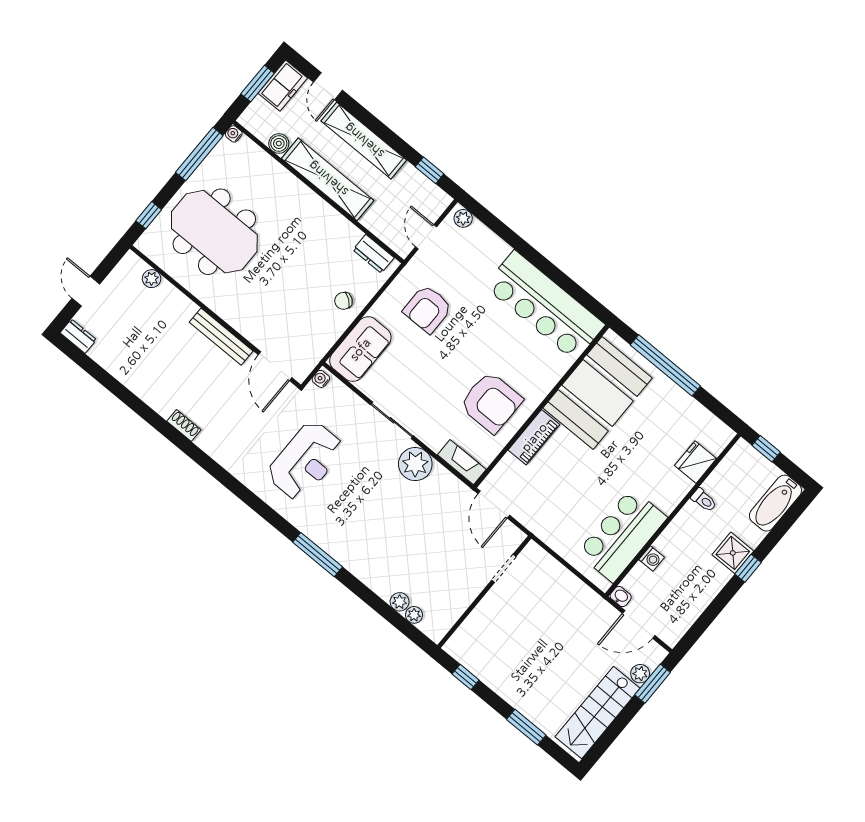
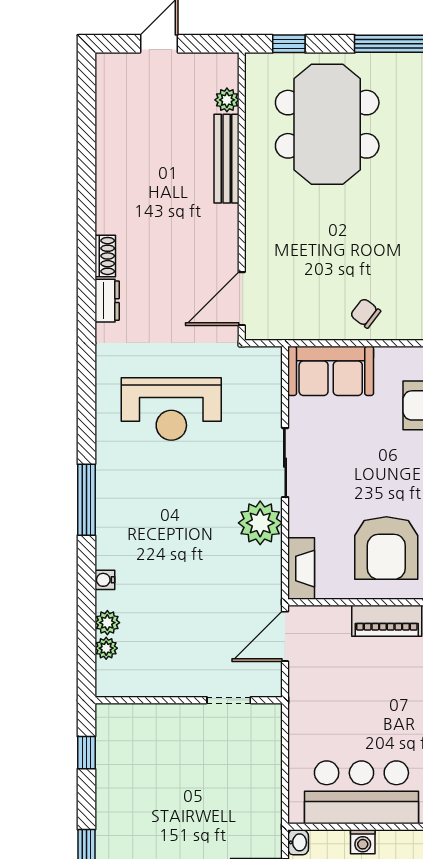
dresser: (78, 336) -> (107, 301), moved
bench: (221, 337) -> (227, 159), moved
water cooler: (321, 379) -> (105, 580), moved, turned -90

